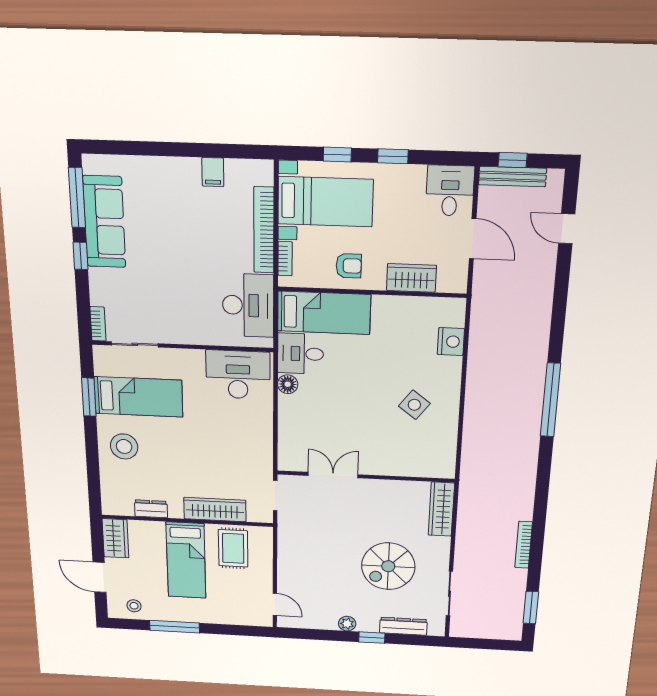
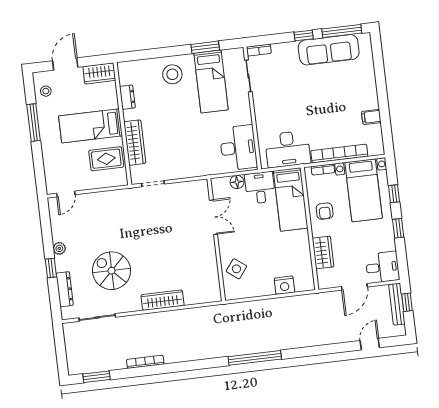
double door: (333, 475) -> (213, 217), moved
wall: (366, 477) -> (216, 240), moved

